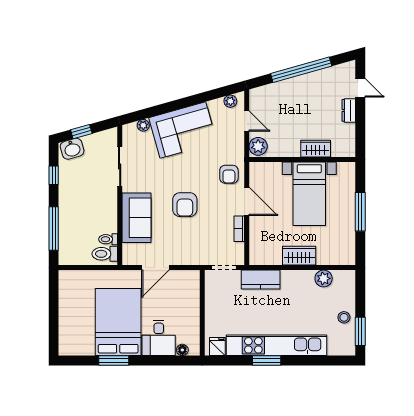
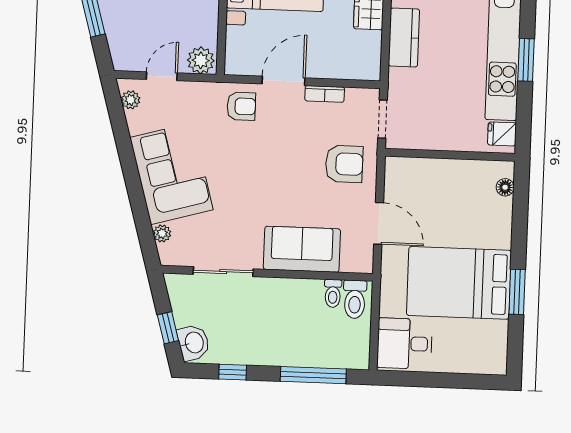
armchair: (185, 205) -> (344, 164), moved
kitchen counter: (261, 280) -> (404, 38), moved
desk: (159, 338) -> (405, 344), moved, turned 180

